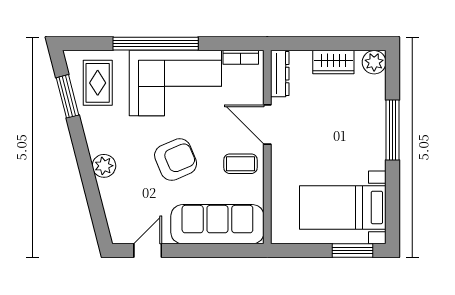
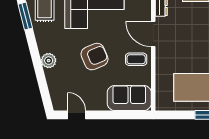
sofa: (217, 224) -> (129, 98), width x0.73
door: (148, 251) -> (77, 115), hinge flipped

